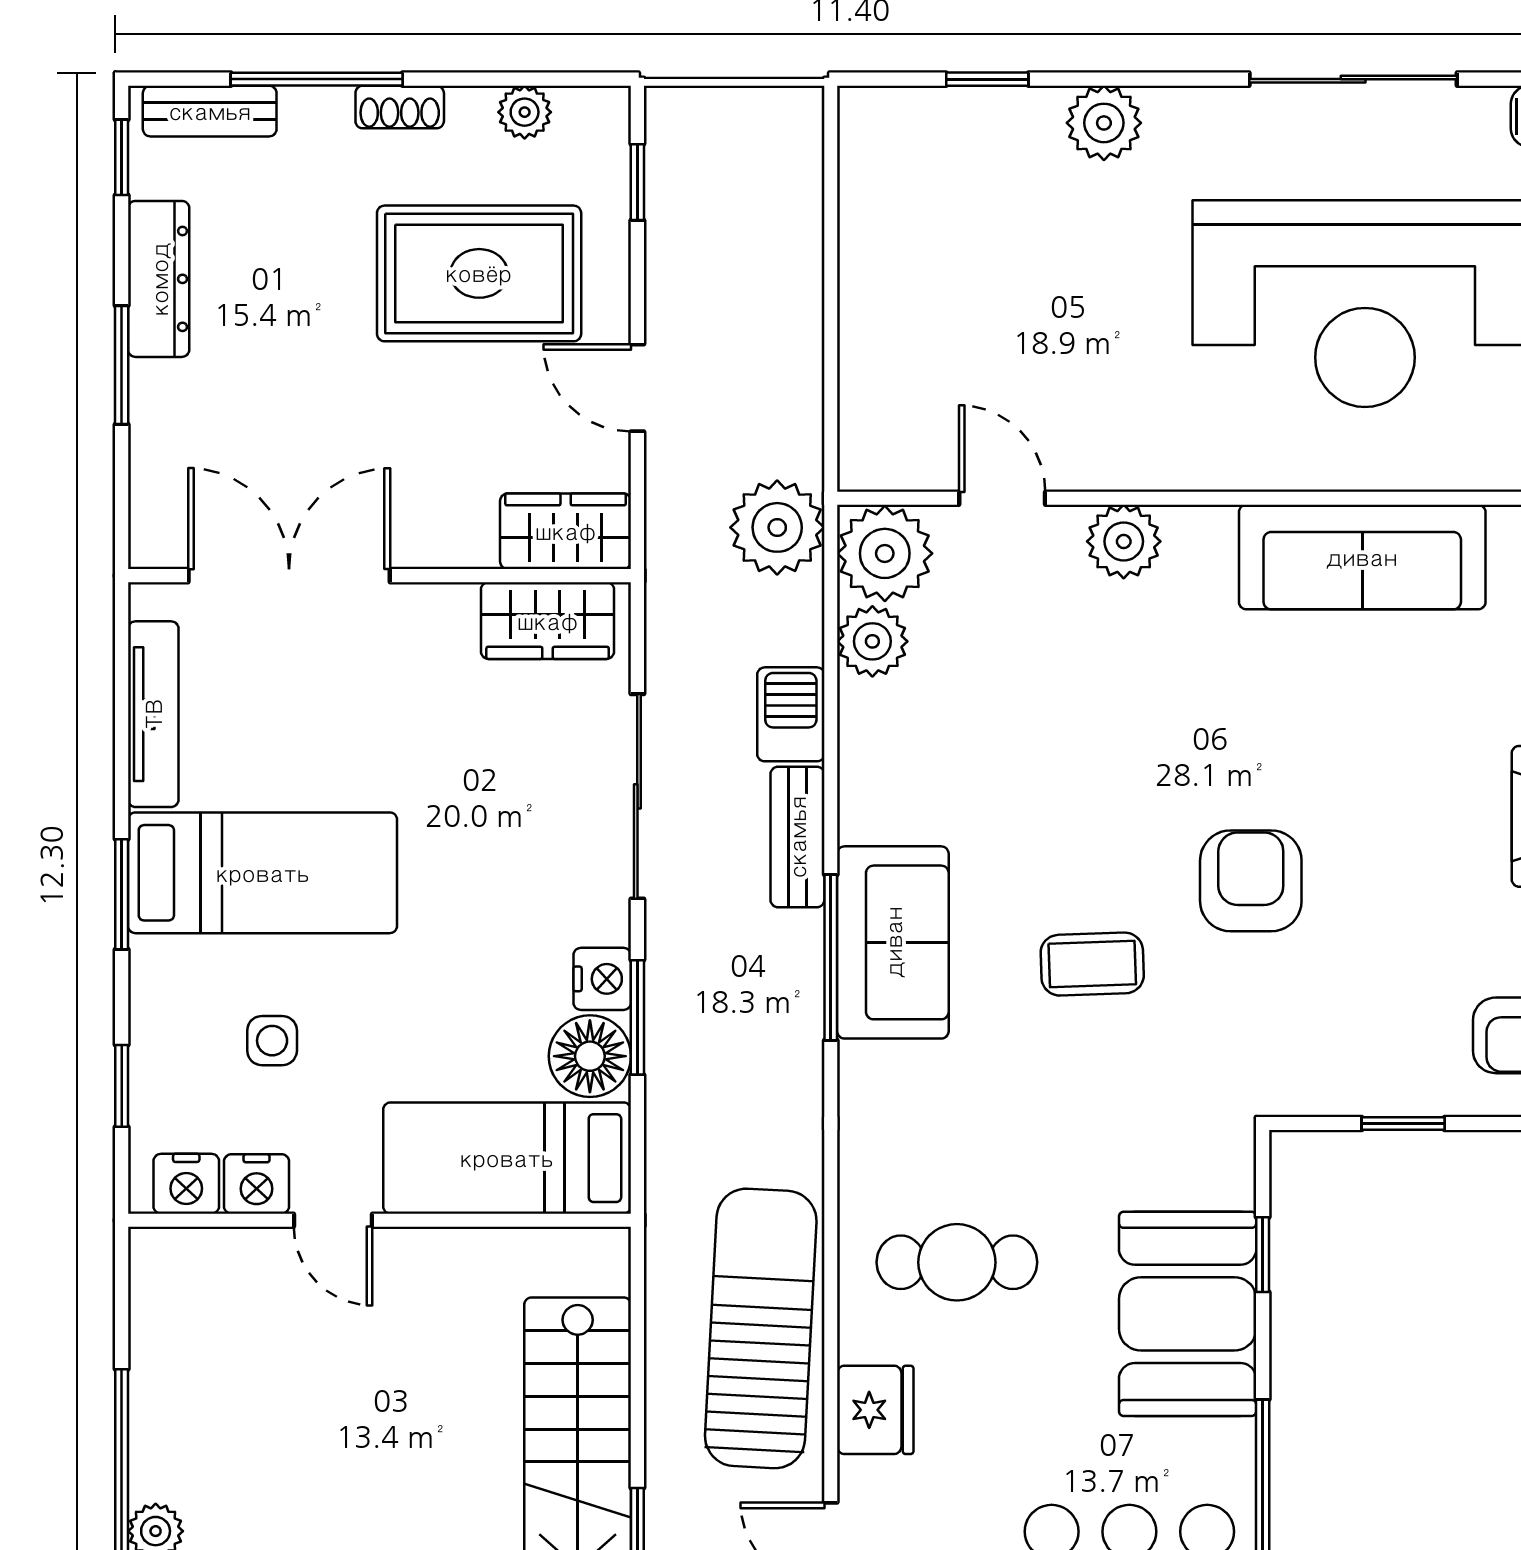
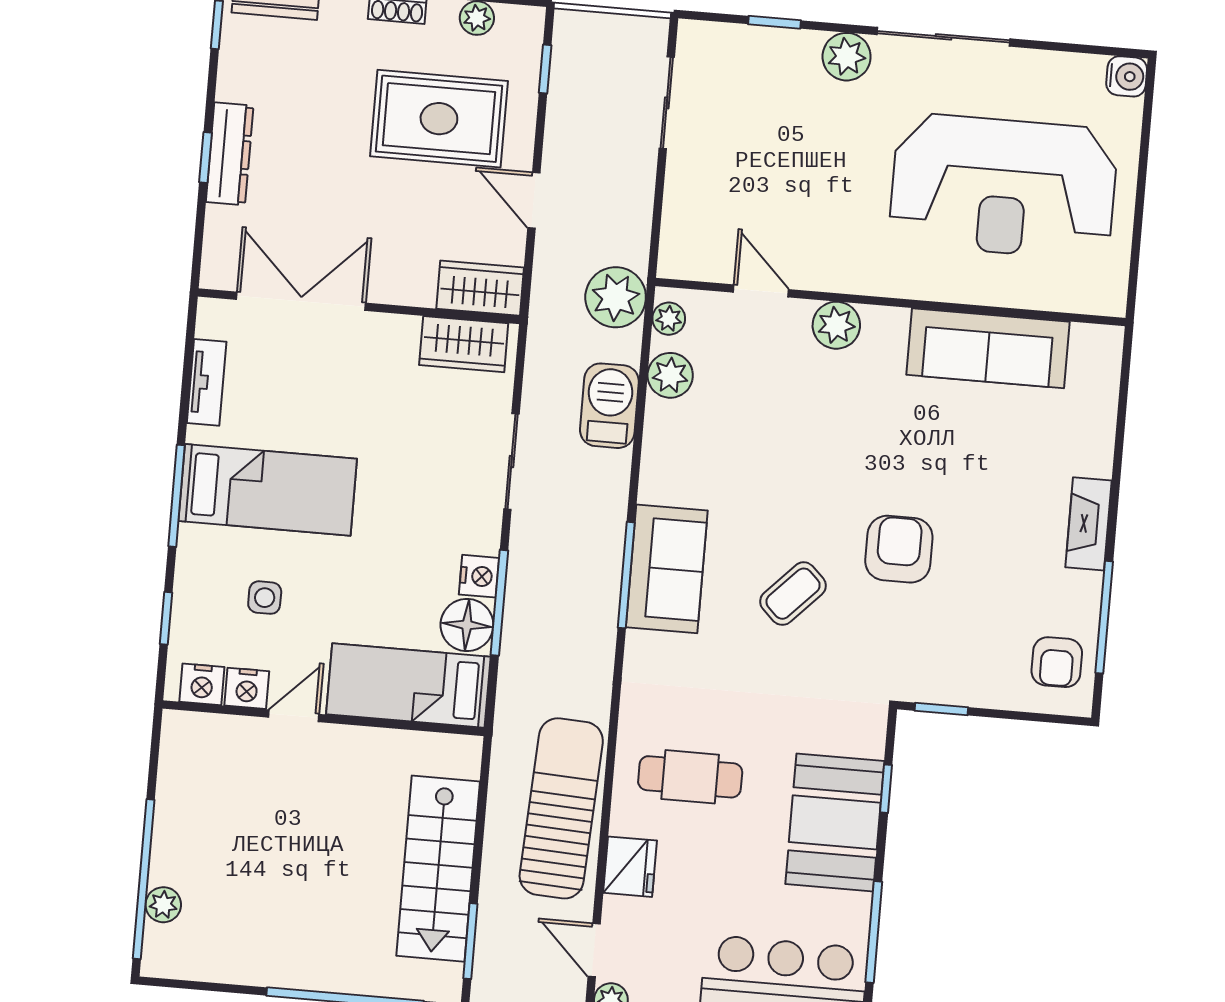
sliding door: (1353, 79) -> (944, 37), moved
sliding door: (831, 219) -> (667, 103), added
dresser: (159, 279) -> (230, 154), moved
window: (122, 365) -> (205, 158), width x0.67
plant: (885, 553) -> (669, 319), width x0.53, depth x0.53
tv unit: (153, 714) -> (207, 382), width x0.71
barbecue: (791, 714) -> (609, 406), width x1.38, depth x1.27
sliding door: (637, 796) -> (511, 462), width x0.73
bench: (797, 837) -> (612, 496), removed
window: (122, 894) -> (176, 496), width x1.44
coffee table: (1092, 964) -> (793, 594), turned -44
window: (637, 1017) -> (499, 603), width x1.44
window: (1403, 1124) -> (941, 709), moved
door: (333, 1220) -> (294, 716), swing flipped

